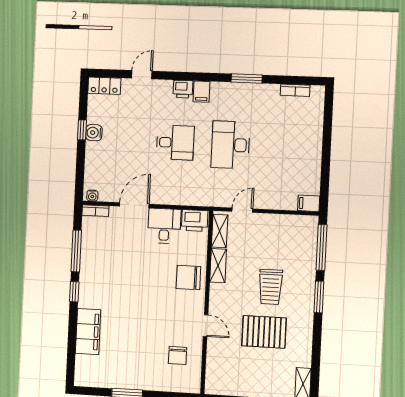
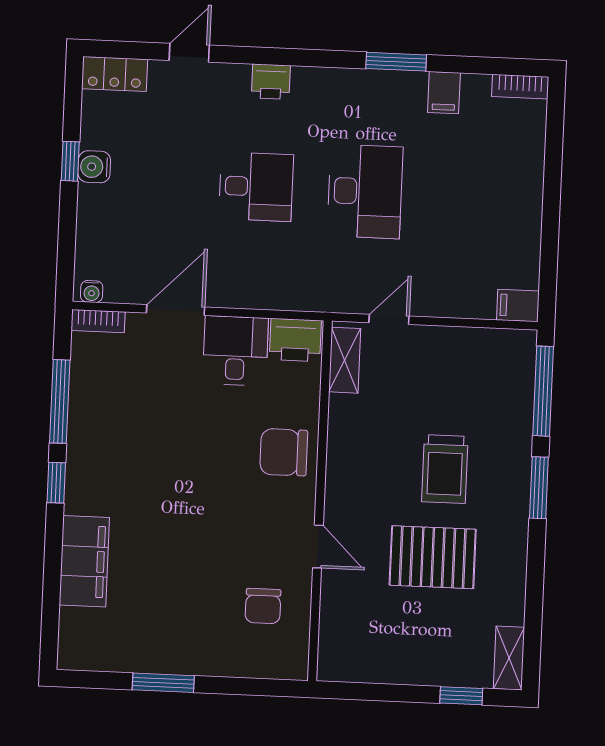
bookcase: (295, 90) -> (520, 87), moved
filing cabinet: (202, 92) -> (444, 93), moved
desk: (230, 145) -> (365, 191), turned 180
shelving: (218, 266) -> (342, 428), removed

